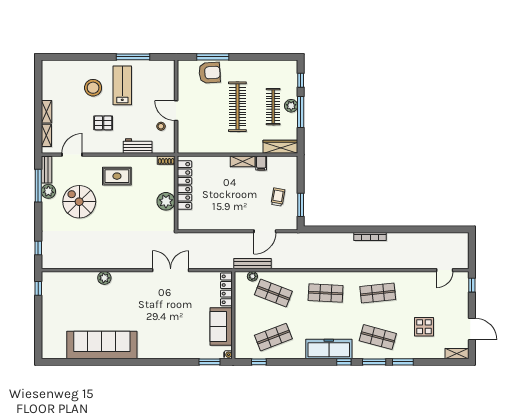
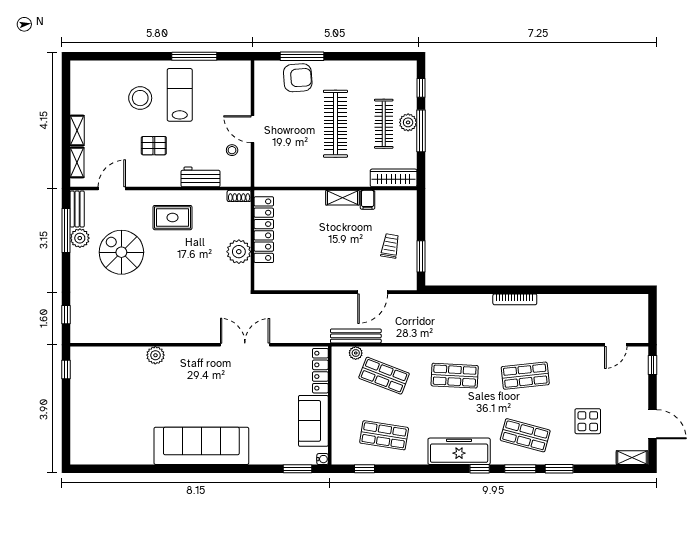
shop shelf: (273, 337) -> (384, 435), turned 30
sofa: (102, 345) -> (201, 446), moved

